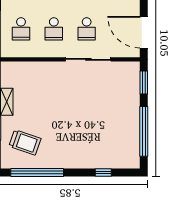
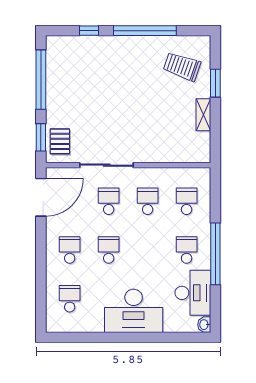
door: (144, 32) -> (41, 197), hinge flipped
pallet: (128, 79) -> (60, 141), added
window: (37, 173) -> (145, 31), moved

